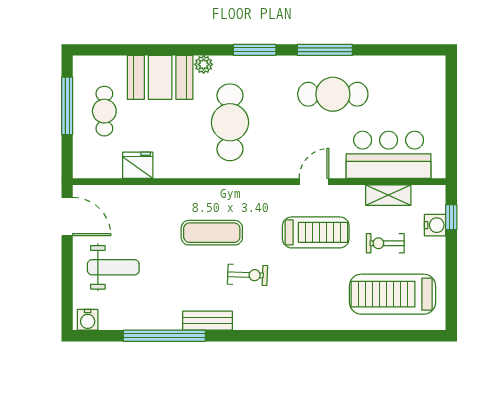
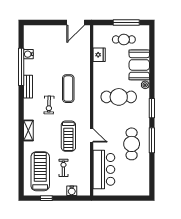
shelving: (388, 195) -> (28, 130), moved
window: (451, 217) -> (46, 198), moved
weight bench: (113, 267) -> (52, 44), removed
water cooler: (88, 320) -> (28, 54), moved

